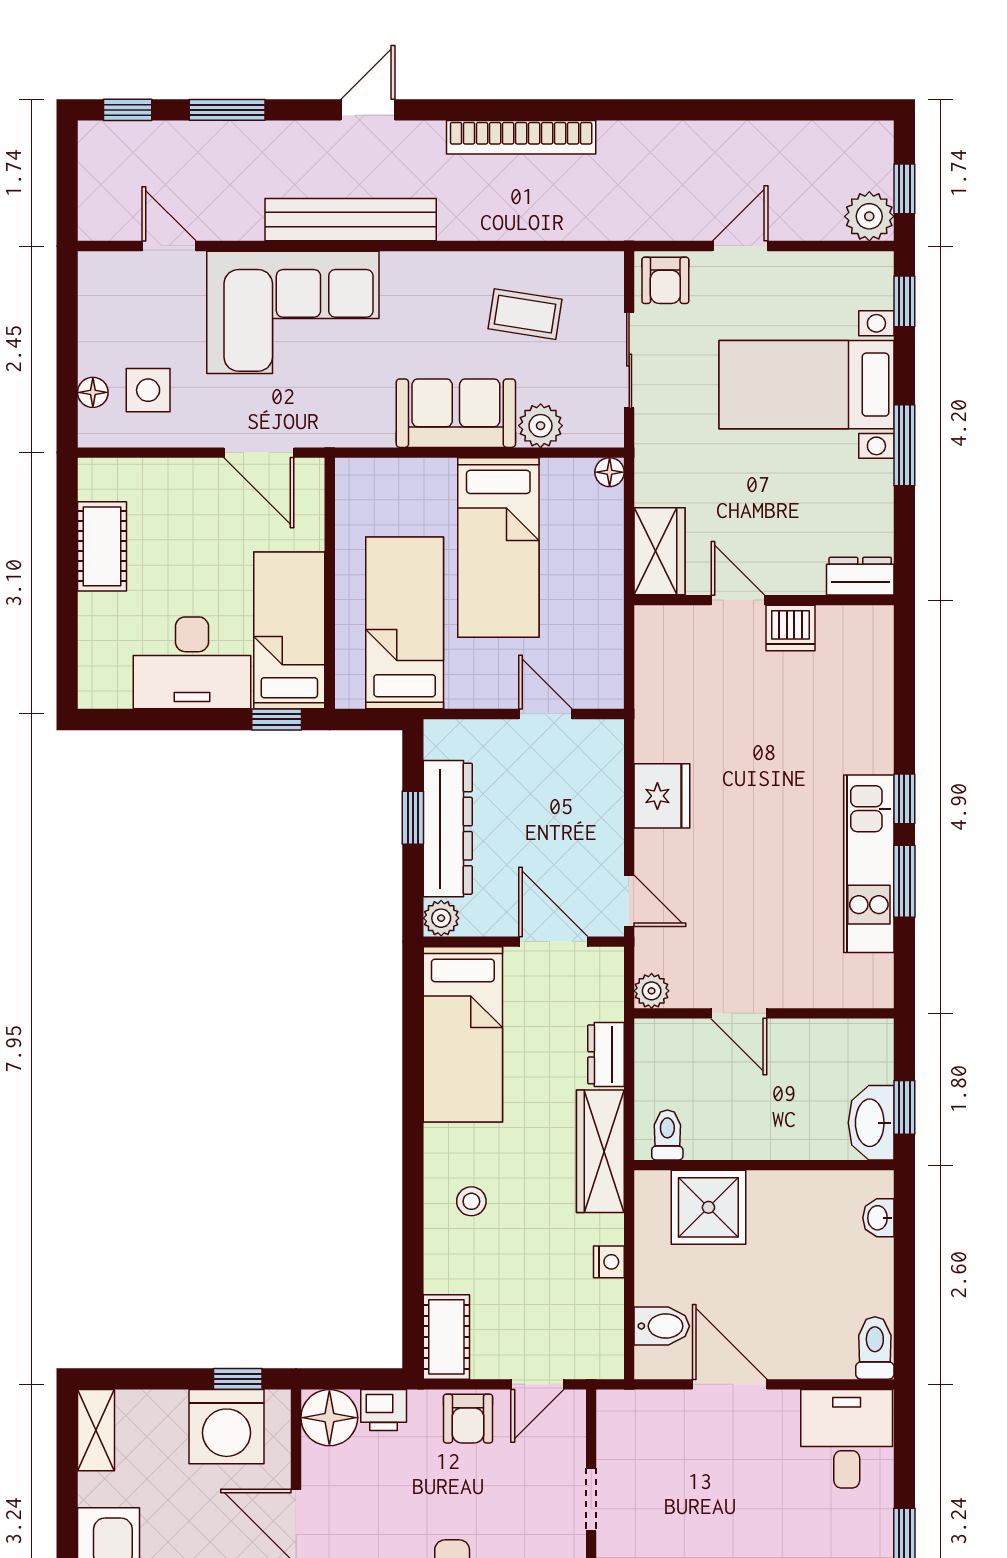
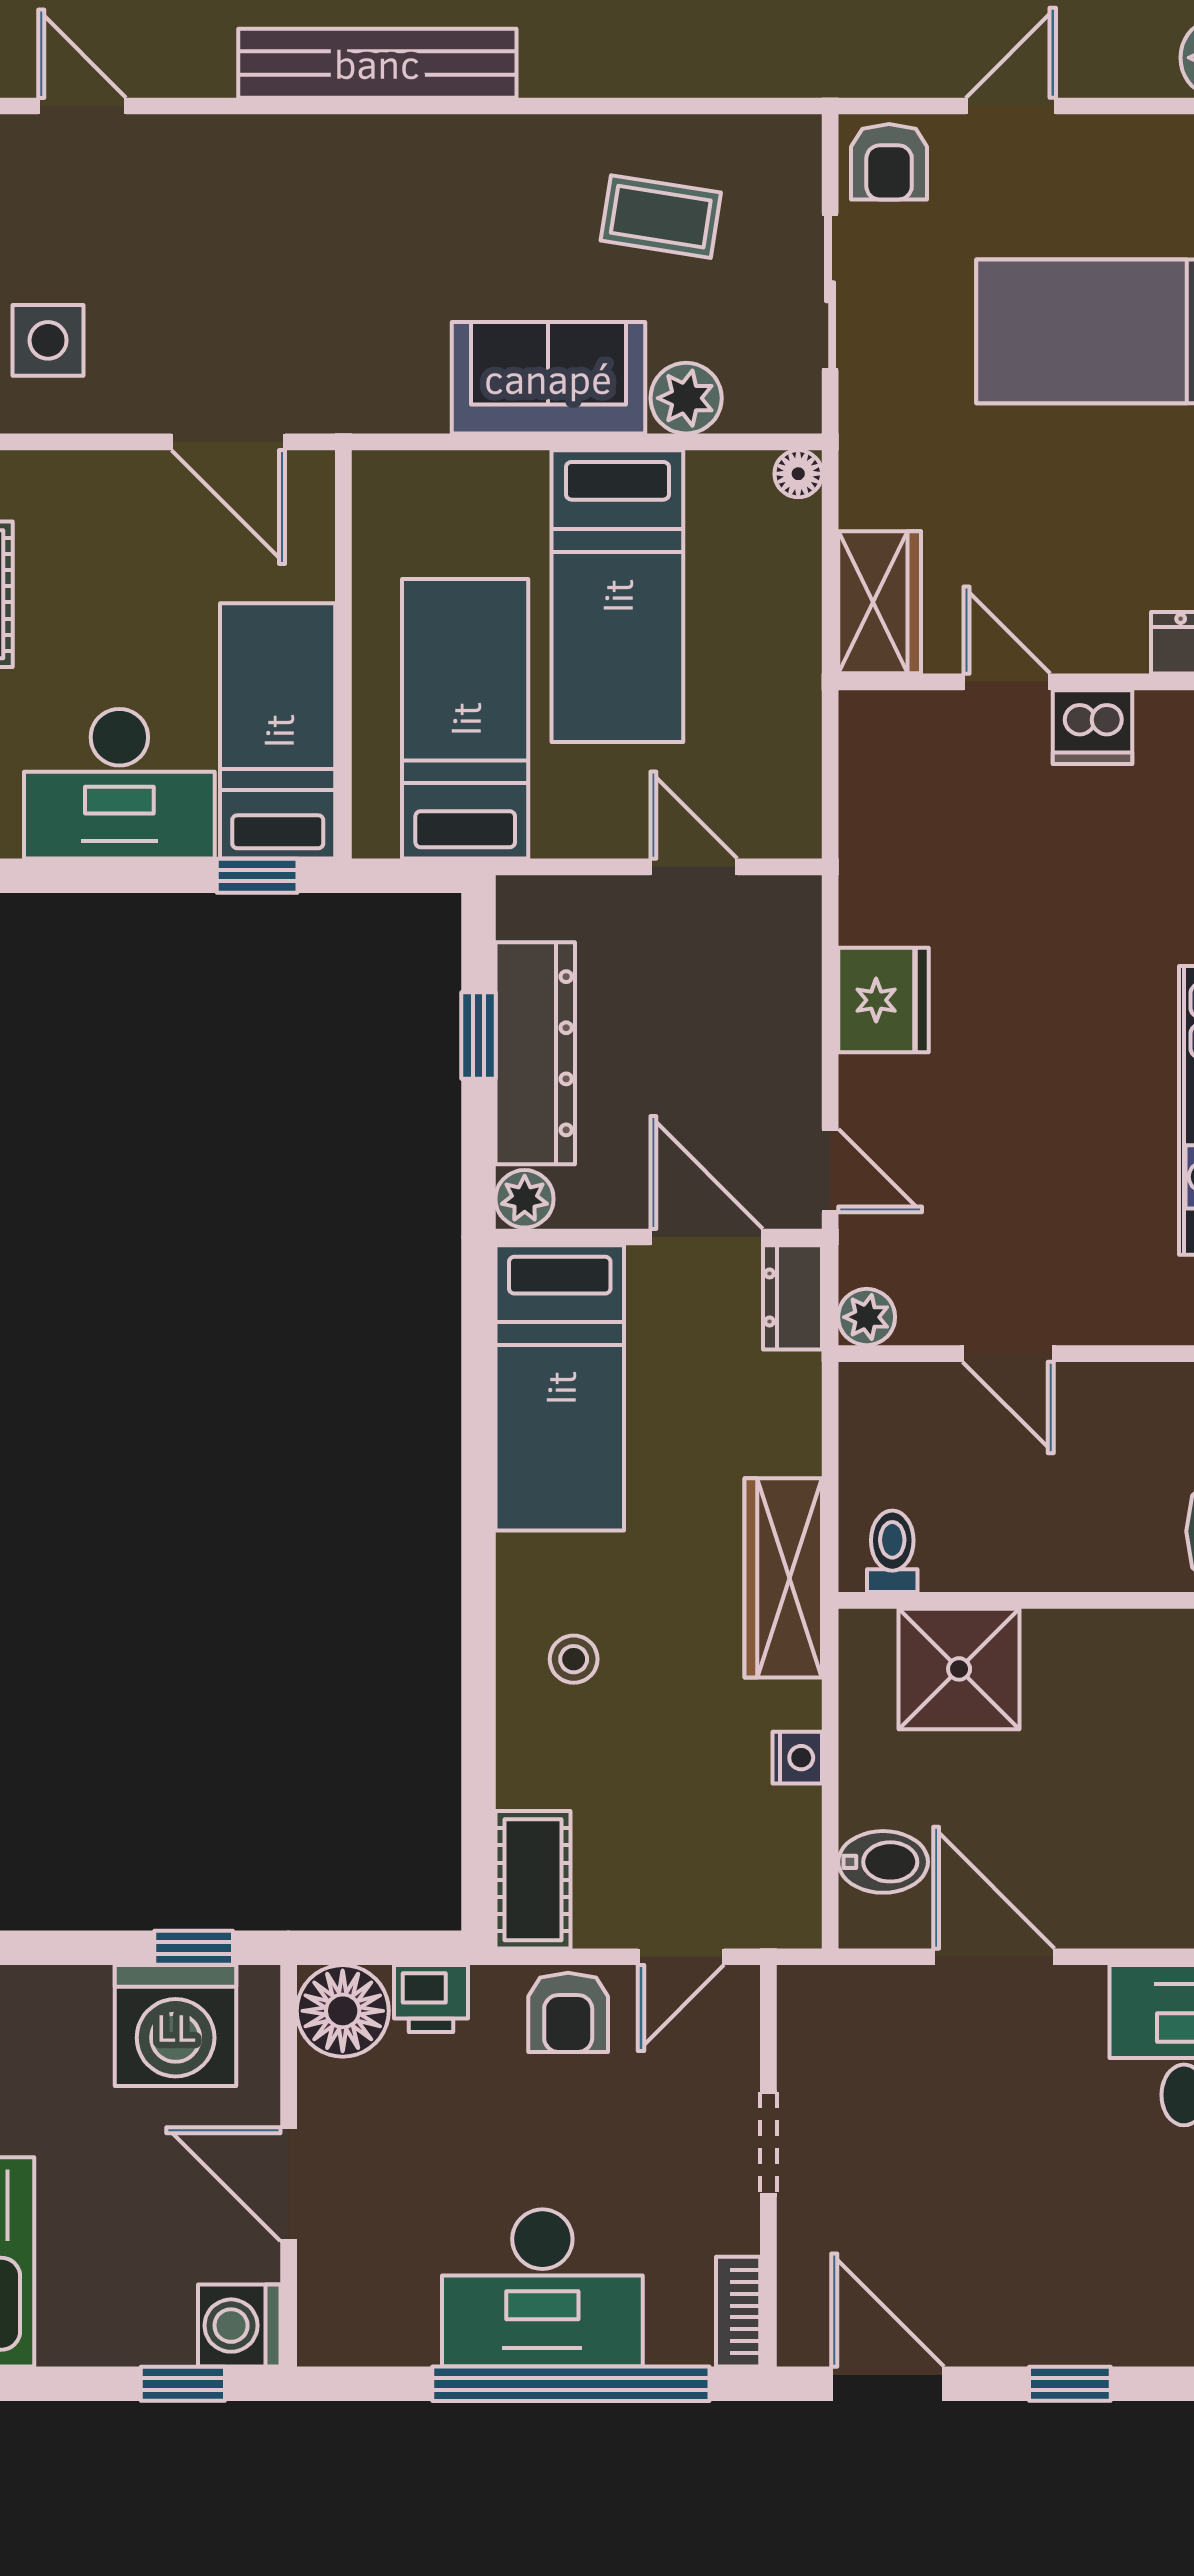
corner sofa: (293, 312) -> (283, 214), removed
dresser: (606, 1054) -> (792, 1297), moved

